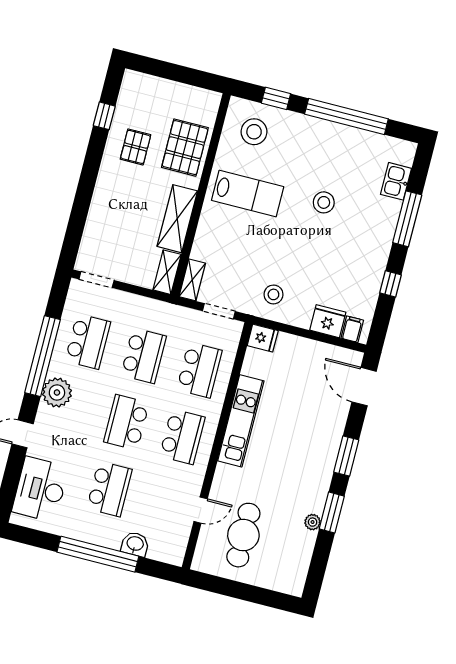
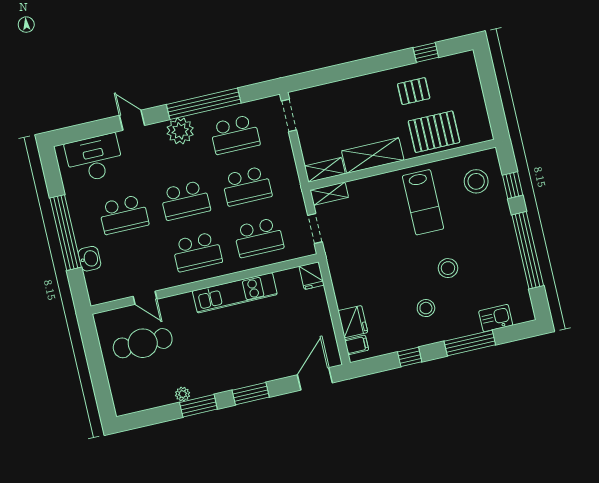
stool: (273, 294) -> (426, 308), moved
school desk: (126, 422) -> (185, 200), turned 180

